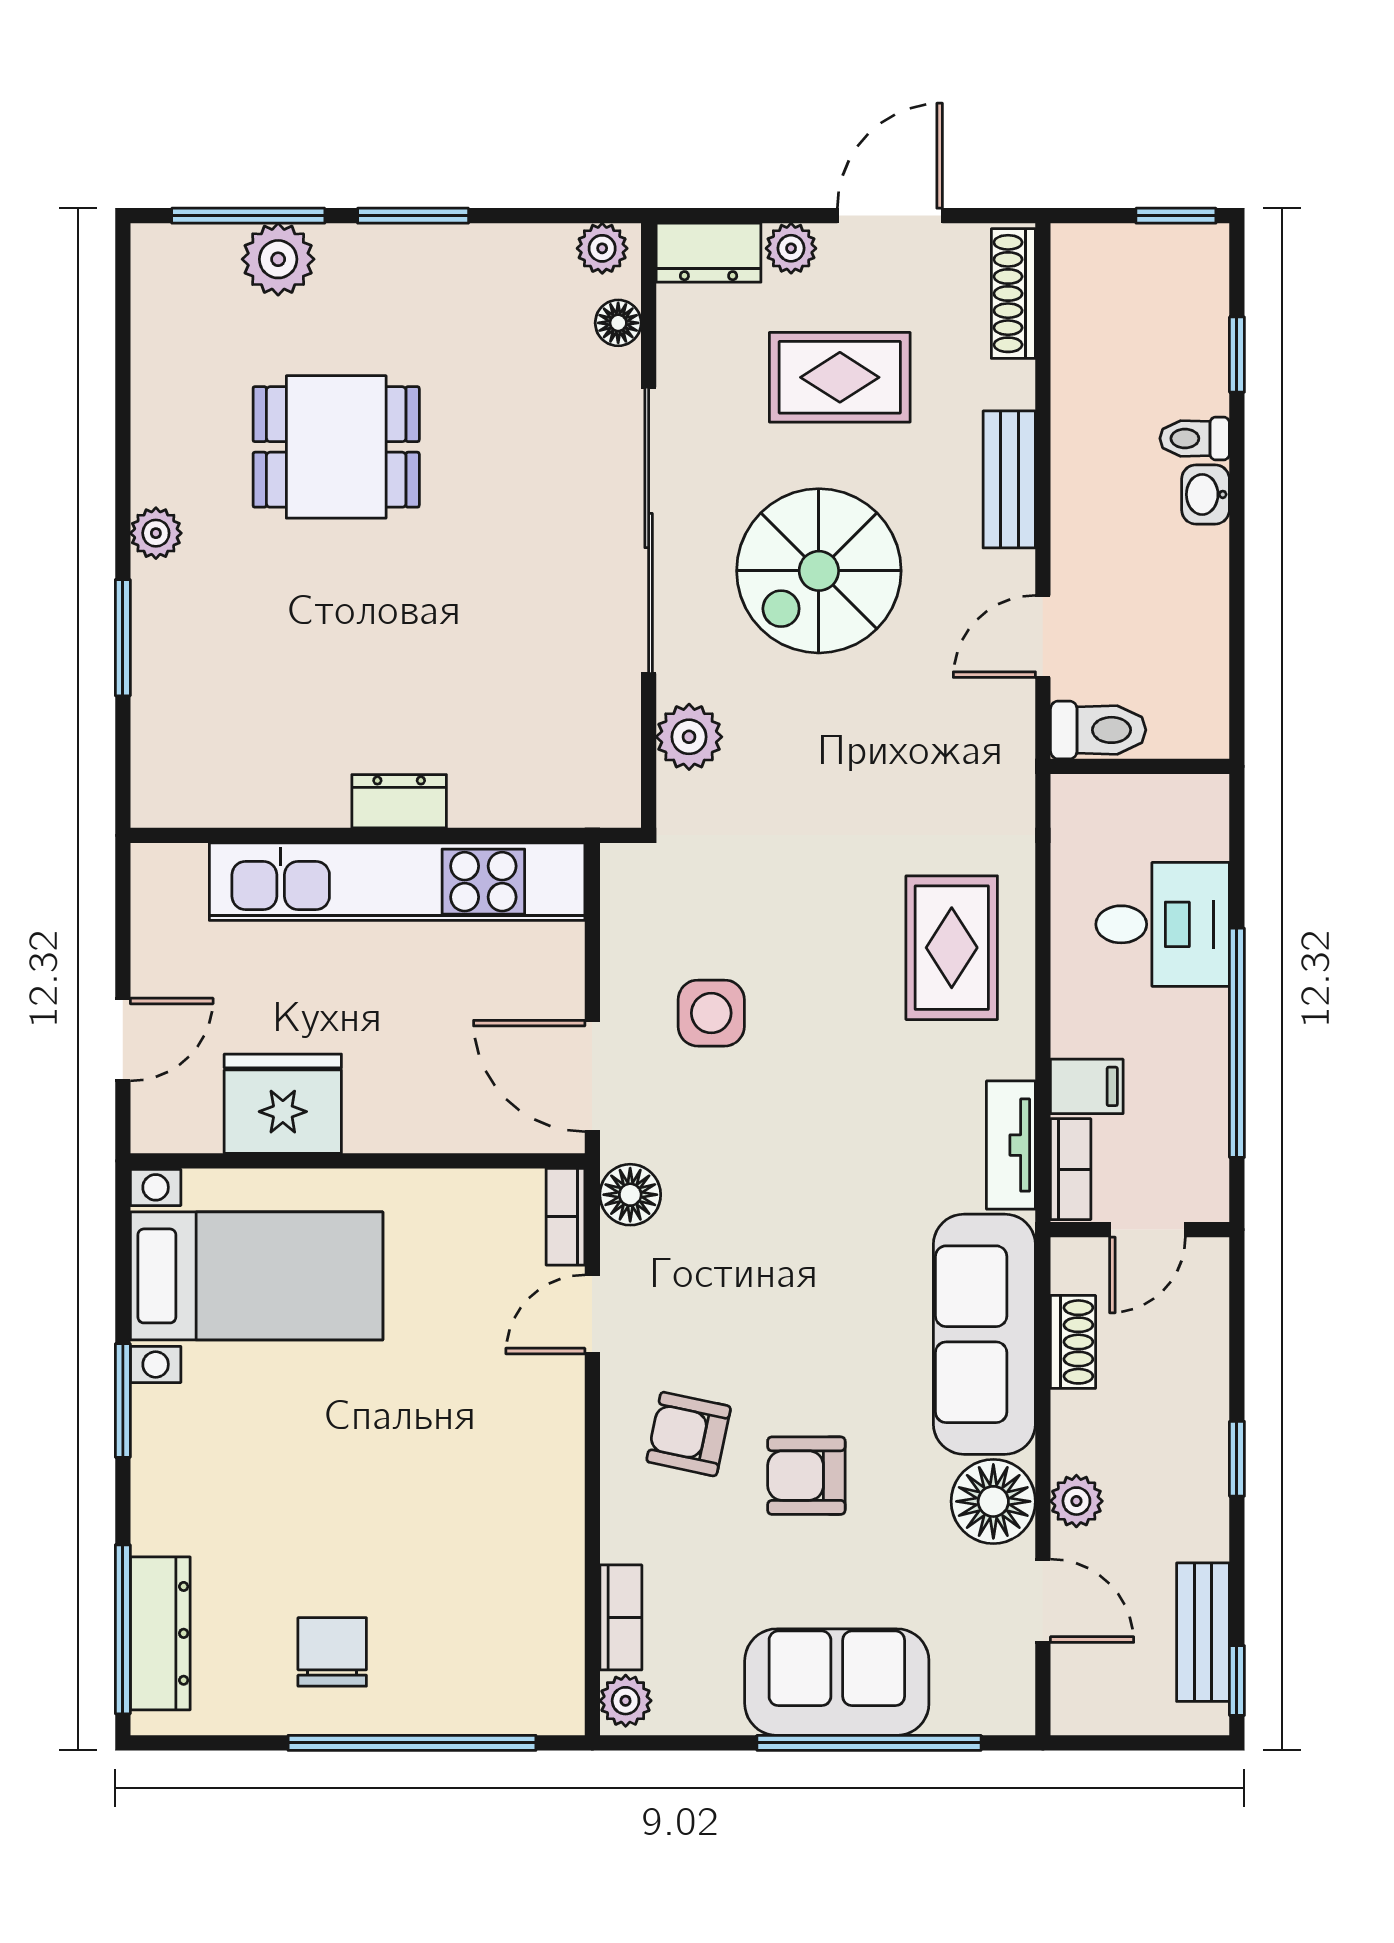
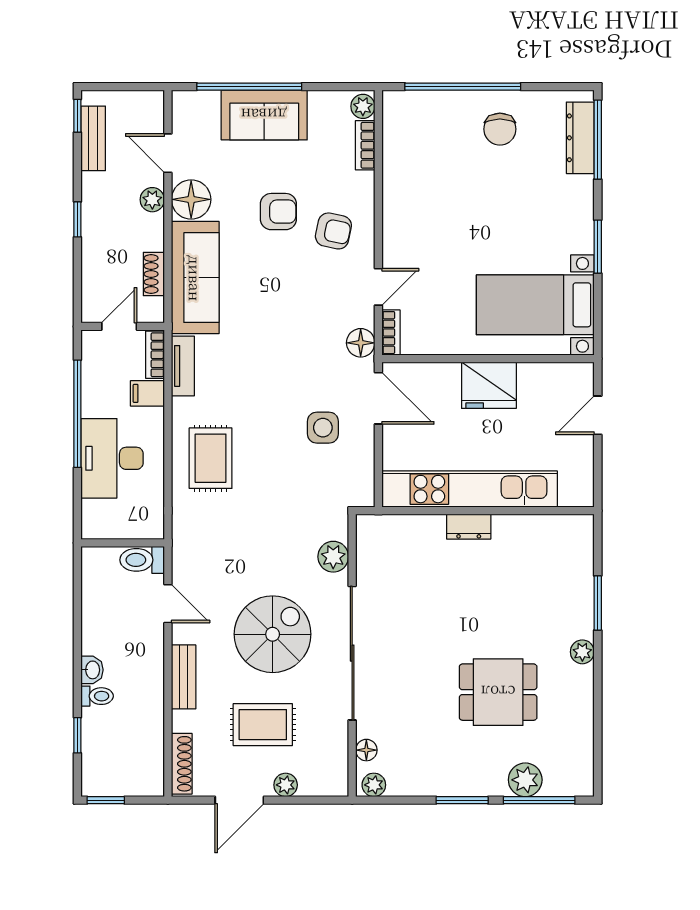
dresser: (709, 253) -> (324, 783), removed
door: (1043, 636) -> (168, 604), hinge flipped
desk: (1163, 924) -> (112, 458), width x1.37
fridge: (283, 1104) -> (489, 385), moved

